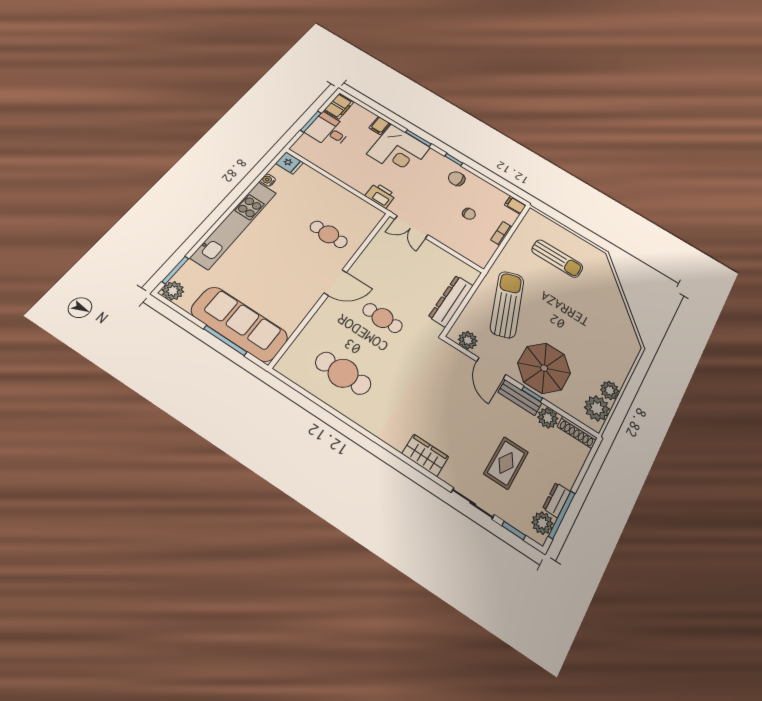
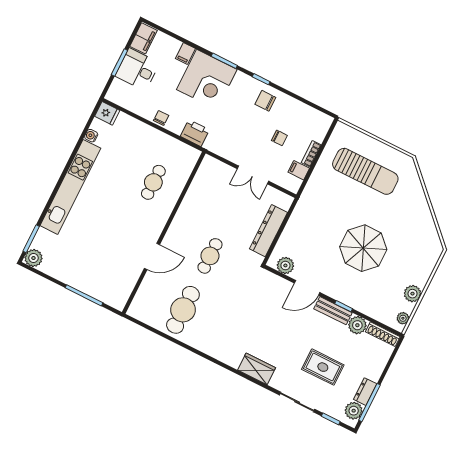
chair: (346, 176) -> (161, 118), added
filing cabinet: (515, 205) -> (299, 170), moved
double door: (411, 227) -> (253, 175), moved
cafe table: (329, 234) -> (153, 182), turned 90
sun lounger: (557, 258) -> (365, 171), width x1.36, depth x1.34
door: (335, 283) -> (152, 256), moved
sun lounger: (507, 304) -> (319, 226), removed
cafe table: (382, 318) -> (210, 256), turned 90
sofa: (239, 324) -> (92, 279), removed
door: (491, 368) -> (307, 288), hinge flipped
parasol: (544, 368) -> (363, 248), moved
cafe table: (343, 373) -> (183, 310), turned 90
plant: (597, 408) -> (403, 318), width x0.53, depth x0.53
rug: (506, 463) -> (323, 367), turned 90

